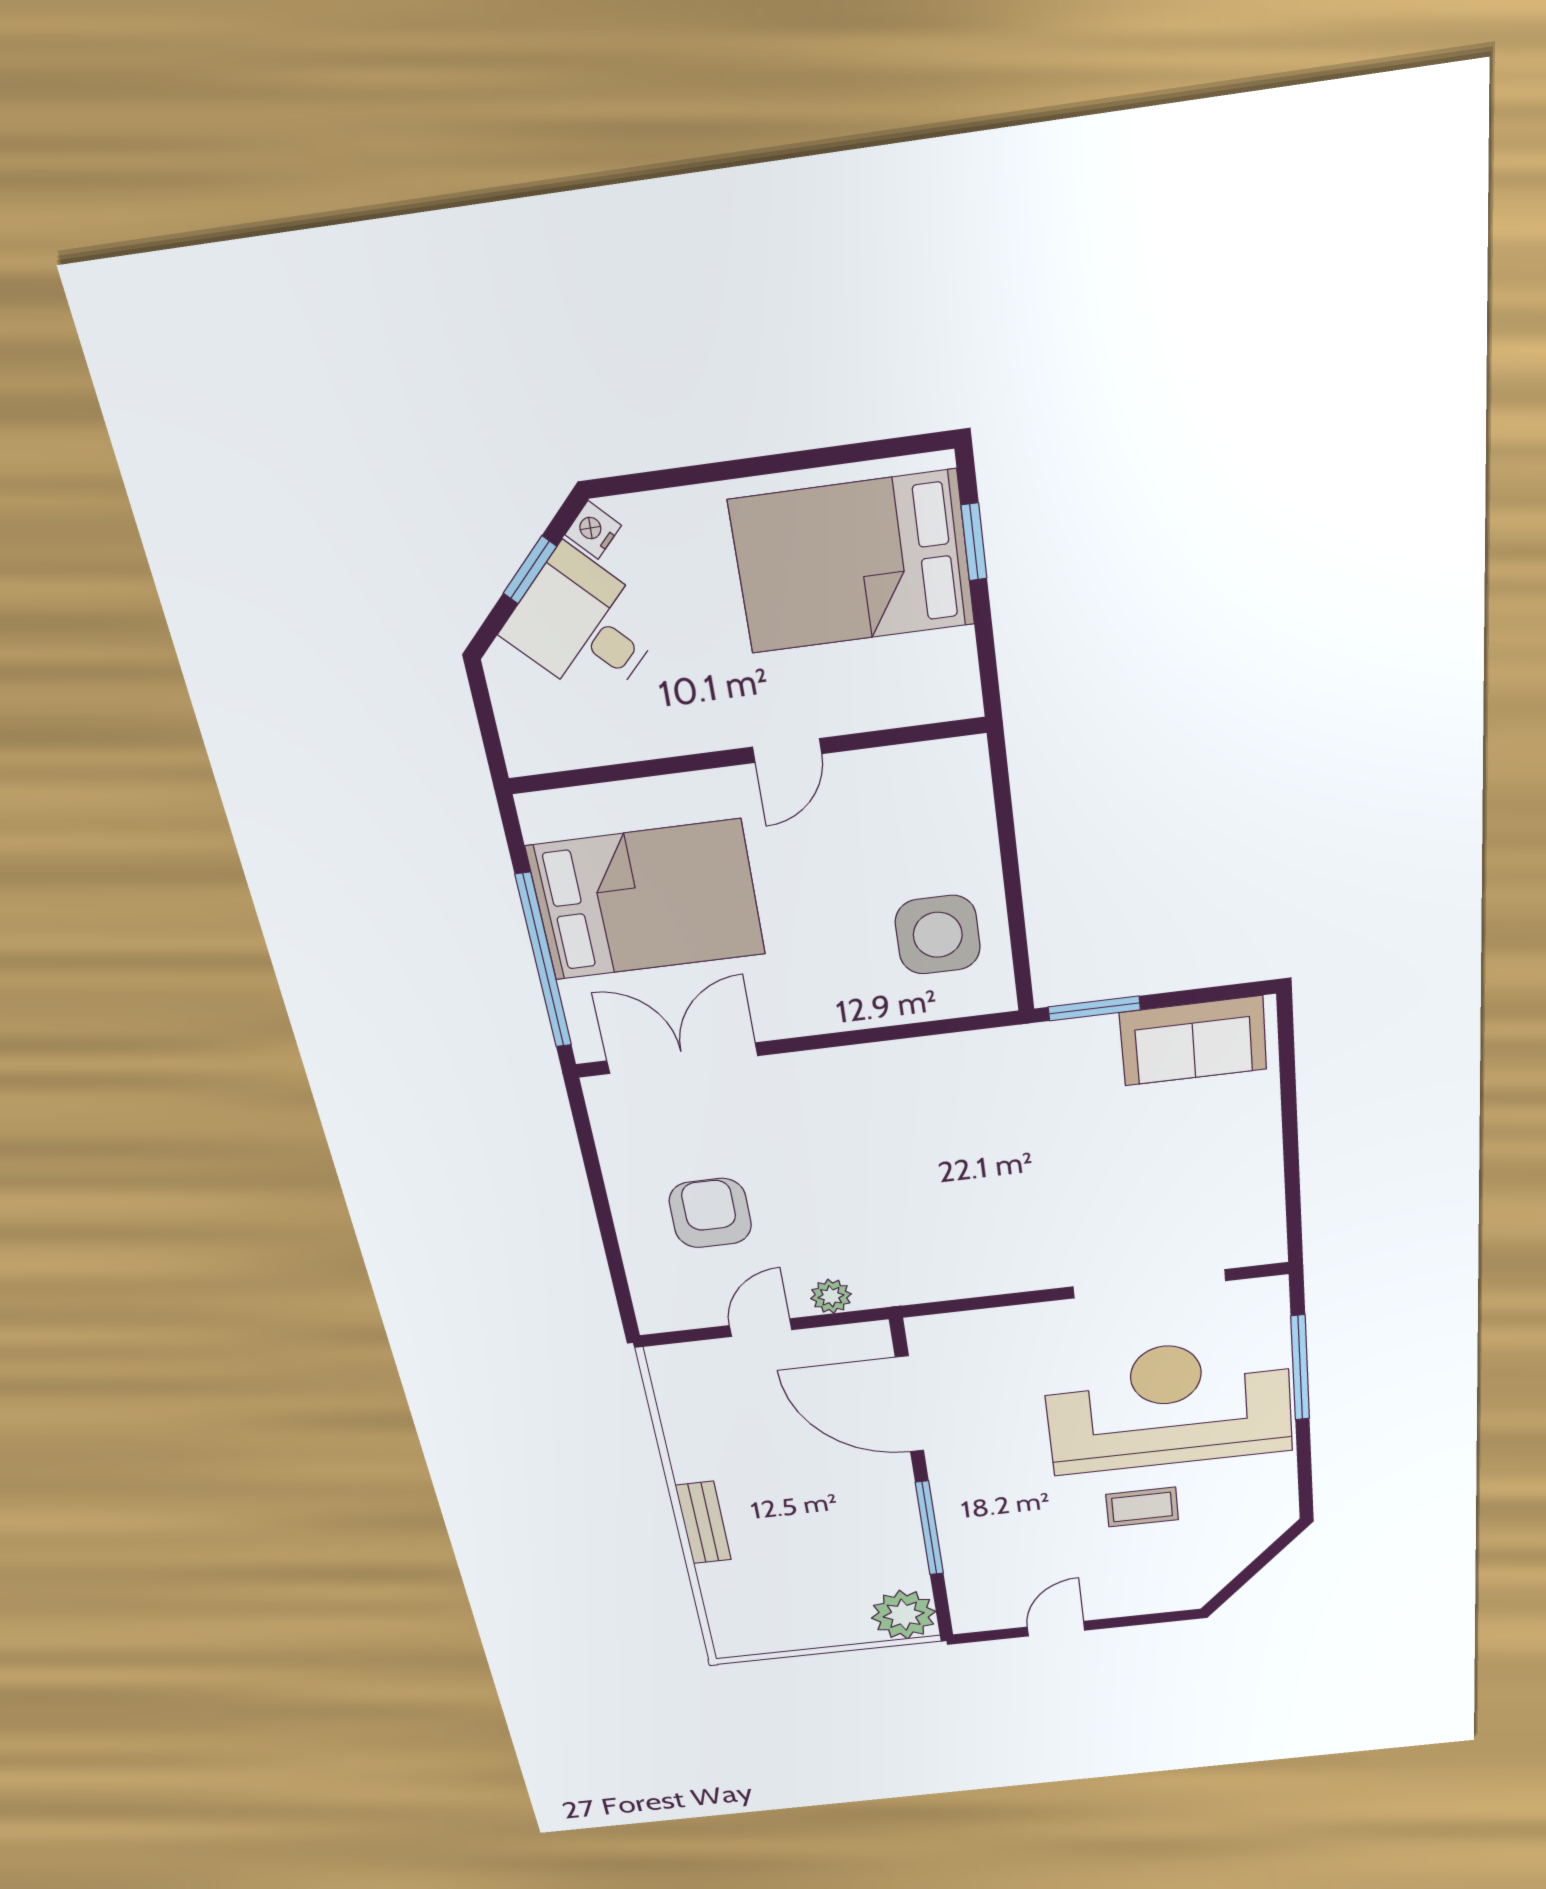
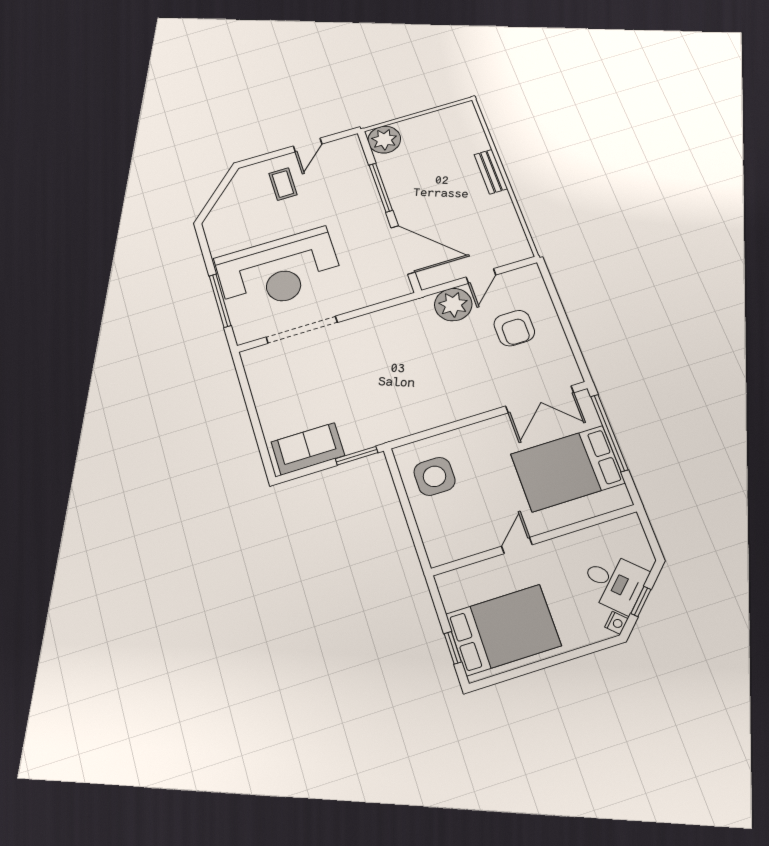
plant: (831, 1296) -> (453, 305), width x1.88, depth x1.88
coffee table: (1142, 1507) -> (283, 184), moved, turned 90

